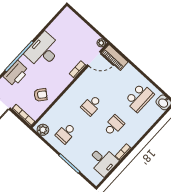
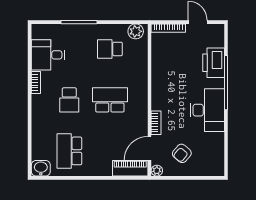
armchair: (41, 95) -> (182, 153), moved
school desk: (91, 105) -> (110, 100), width x1.85
school desk: (66, 133) -> (110, 49), turned -90

